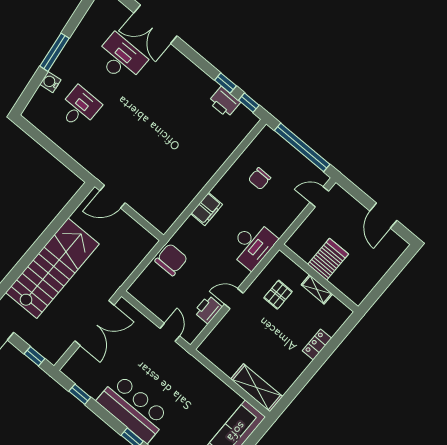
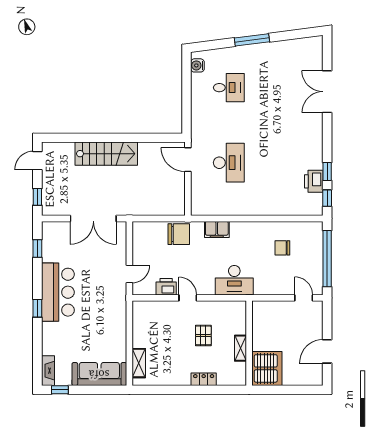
desk: (121, 58) -> (229, 163), moved
water cooler: (50, 82) -> (197, 65), moved, turned -83
filing cabinet: (207, 209) -> (217, 229), moved
server rack: (328, 259) -> (267, 368), moved, width x1.60
stairs: (52, 268) -> (106, 154), width x0.73, depth x0.66
pallet: (278, 295) -> (203, 335), moved, turned 90
shelving: (257, 388) -> (139, 363), width x0.67, depth x0.75

